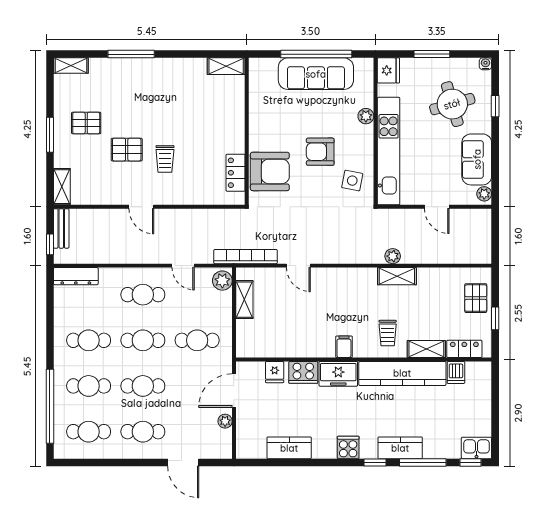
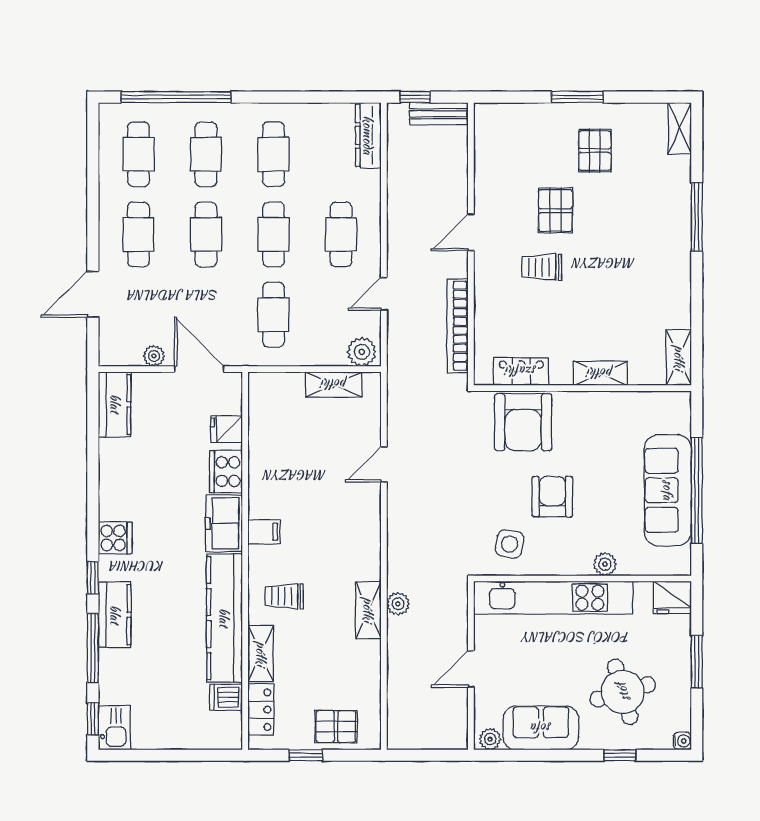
shelving: (62, 187) -> (600, 373), moved
bookcase: (246, 257) -> (458, 326), moved, turned 180
kitchen counter: (289, 448) -> (115, 404), moved

